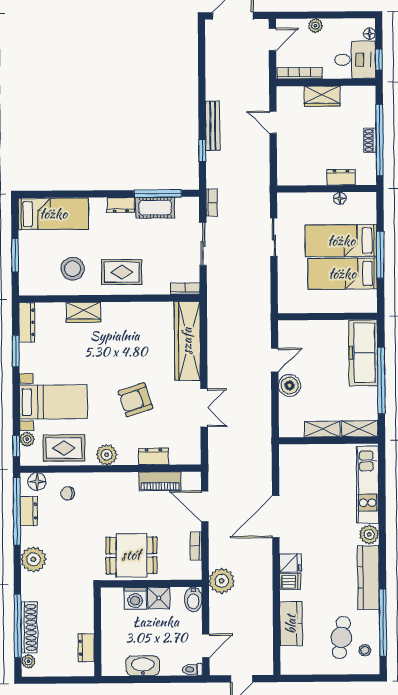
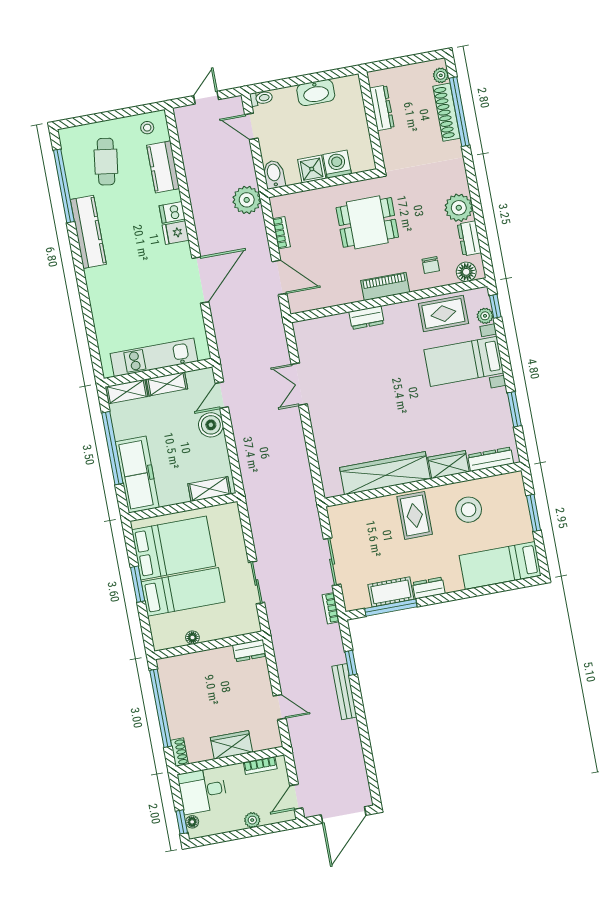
window: (379, 59) -> (182, 822), moved
bookcase: (300, 73) -> (260, 765), width x0.64
shoe rack: (370, 140) -> (179, 752), moved
dresser: (341, 177) -> (249, 651), moved
window: (380, 255) -> (138, 584), width x0.69
rug: (122, 272) -> (415, 515), turned 90
bed: (342, 274) -> (174, 548), width x1.50
bookcase: (185, 289) -> (343, 510), removed
dresser: (27, 322) -> (491, 459), moved, turned 90
shelving: (301, 328) -> (209, 489), added
wardrobe: (187, 341) -> (385, 473), moved, turned -90
door: (275, 360) -> (222, 395), moved
armchair: (135, 400) -> (375, 380), removed
plant: (107, 455) -> (396, 314), removed
dresser: (154, 456) -> (367, 318), moved
piano: (160, 481) -> (385, 286), moved
kitchen unit: (368, 485) -> (154, 357), moved, turned -90
chair: (68, 493) -> (431, 265), turned 90
window: (17, 511) -> (482, 236), removed
plant: (369, 534) -> (96, 279), removed
dining table: (131, 555) -> (367, 222), moved
plant: (33, 559) -> (459, 208), moved
door: (206, 646) -> (251, 126), hinge flipped
dresser: (86, 648) -> (382, 108), width x1.44
stool: (365, 650) -> (147, 128), moved

